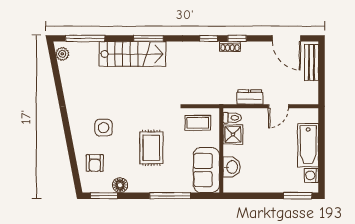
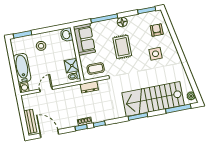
stairs: (132, 54) -> (153, 99), width x1.36, depth x1.51
dresser: (250, 97) -> (89, 87), moved
washbasin: (232, 167) -> (67, 35), moved
stool: (273, 173) -> (41, 46), added
washing machine: (311, 175) -> (24, 88), moved
floor lamp: (120, 185) -> (122, 22), moved

